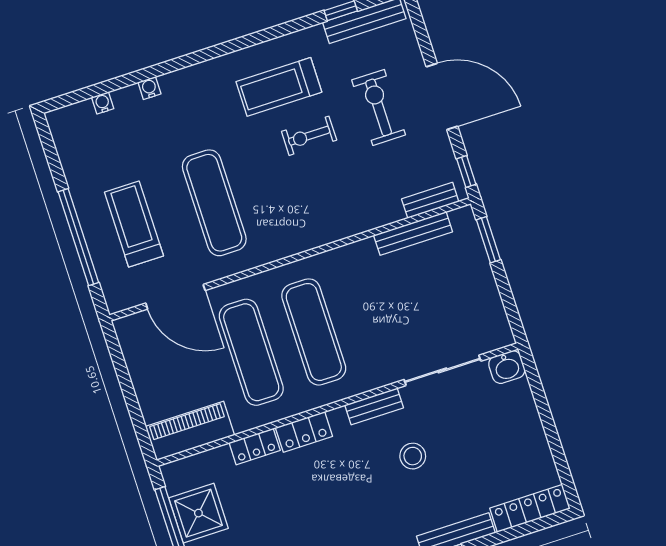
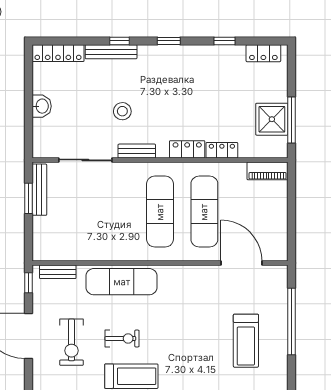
exercise mat: (214, 203) -> (122, 282), moved, turned 90
treadmill: (134, 224) -> (246, 341), moved
bench: (413, 233) -> (39, 190), moved, turned 90
window: (488, 240) -> (29, 198), moved
washbasin: (507, 367) -> (42, 106), moved, turned 90
piano: (190, 431) -> (268, 171), width x0.73, depth x0.75

